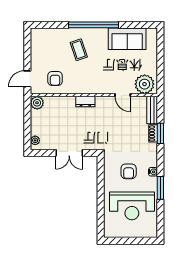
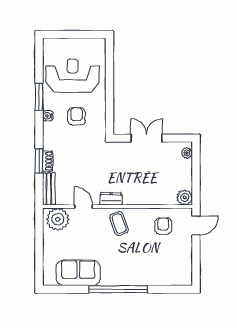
coffee table: (79, 50) -> (119, 224), moved
dresser: (85, 102) -> (111, 199), moved

